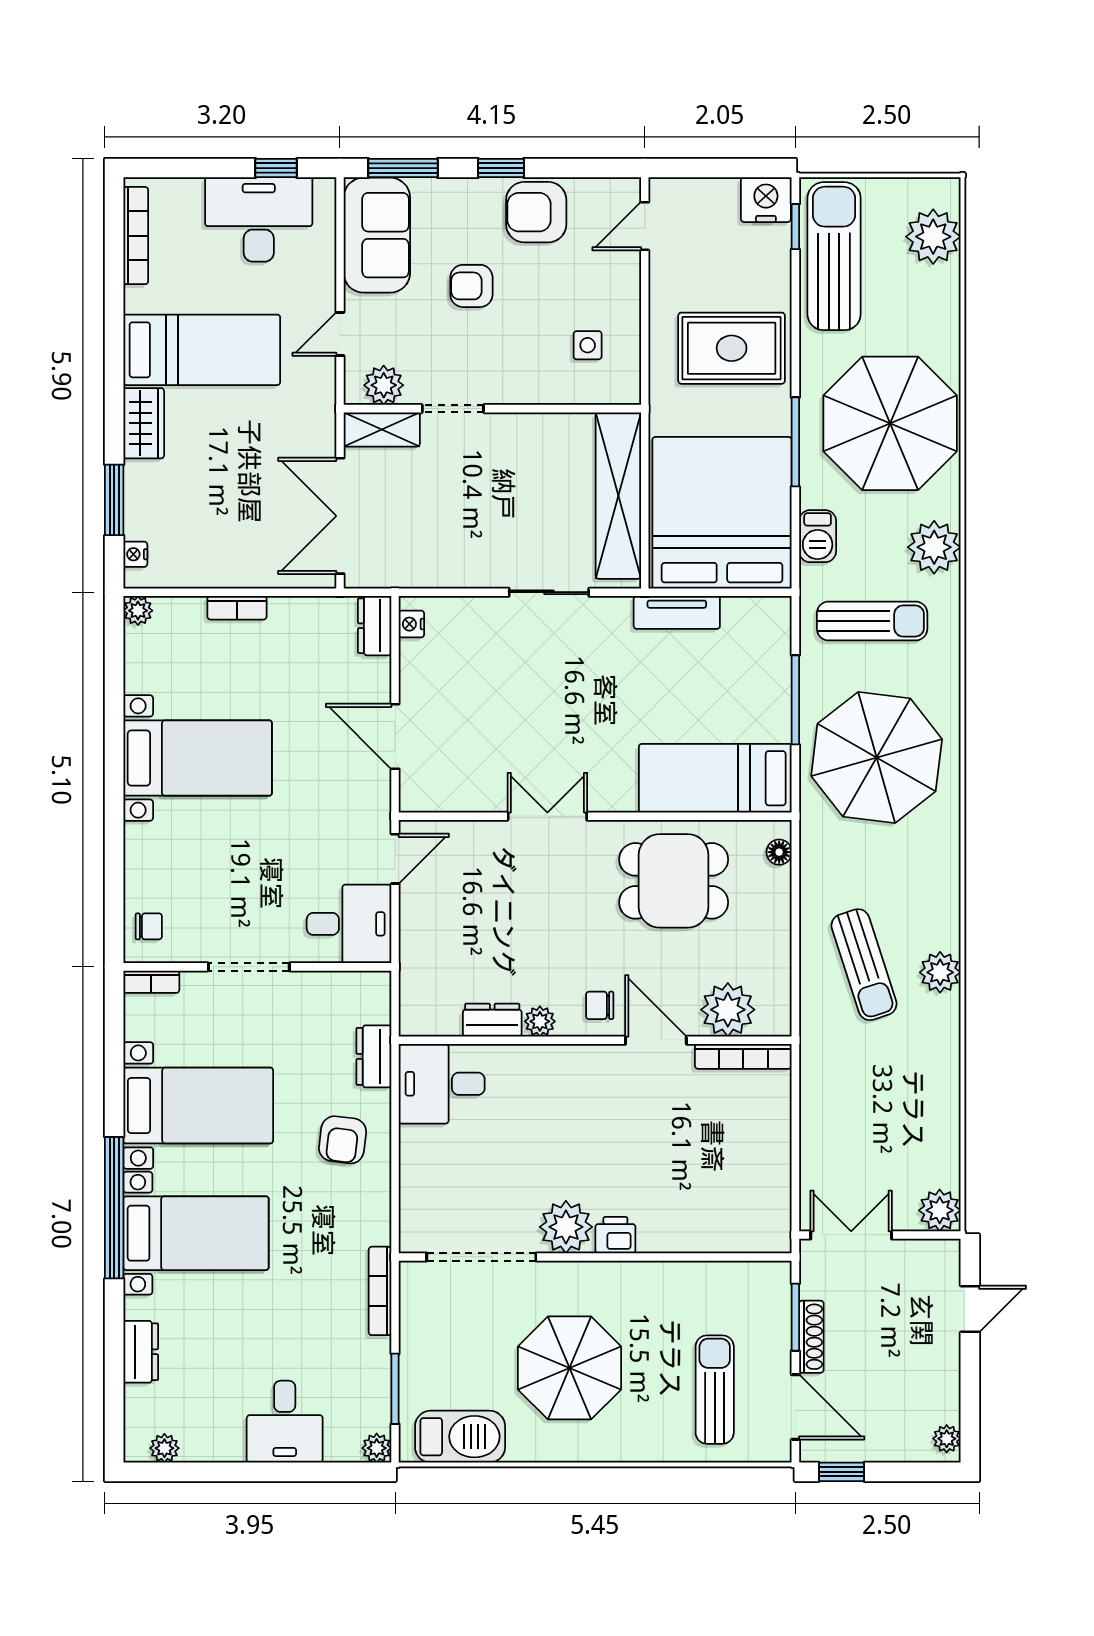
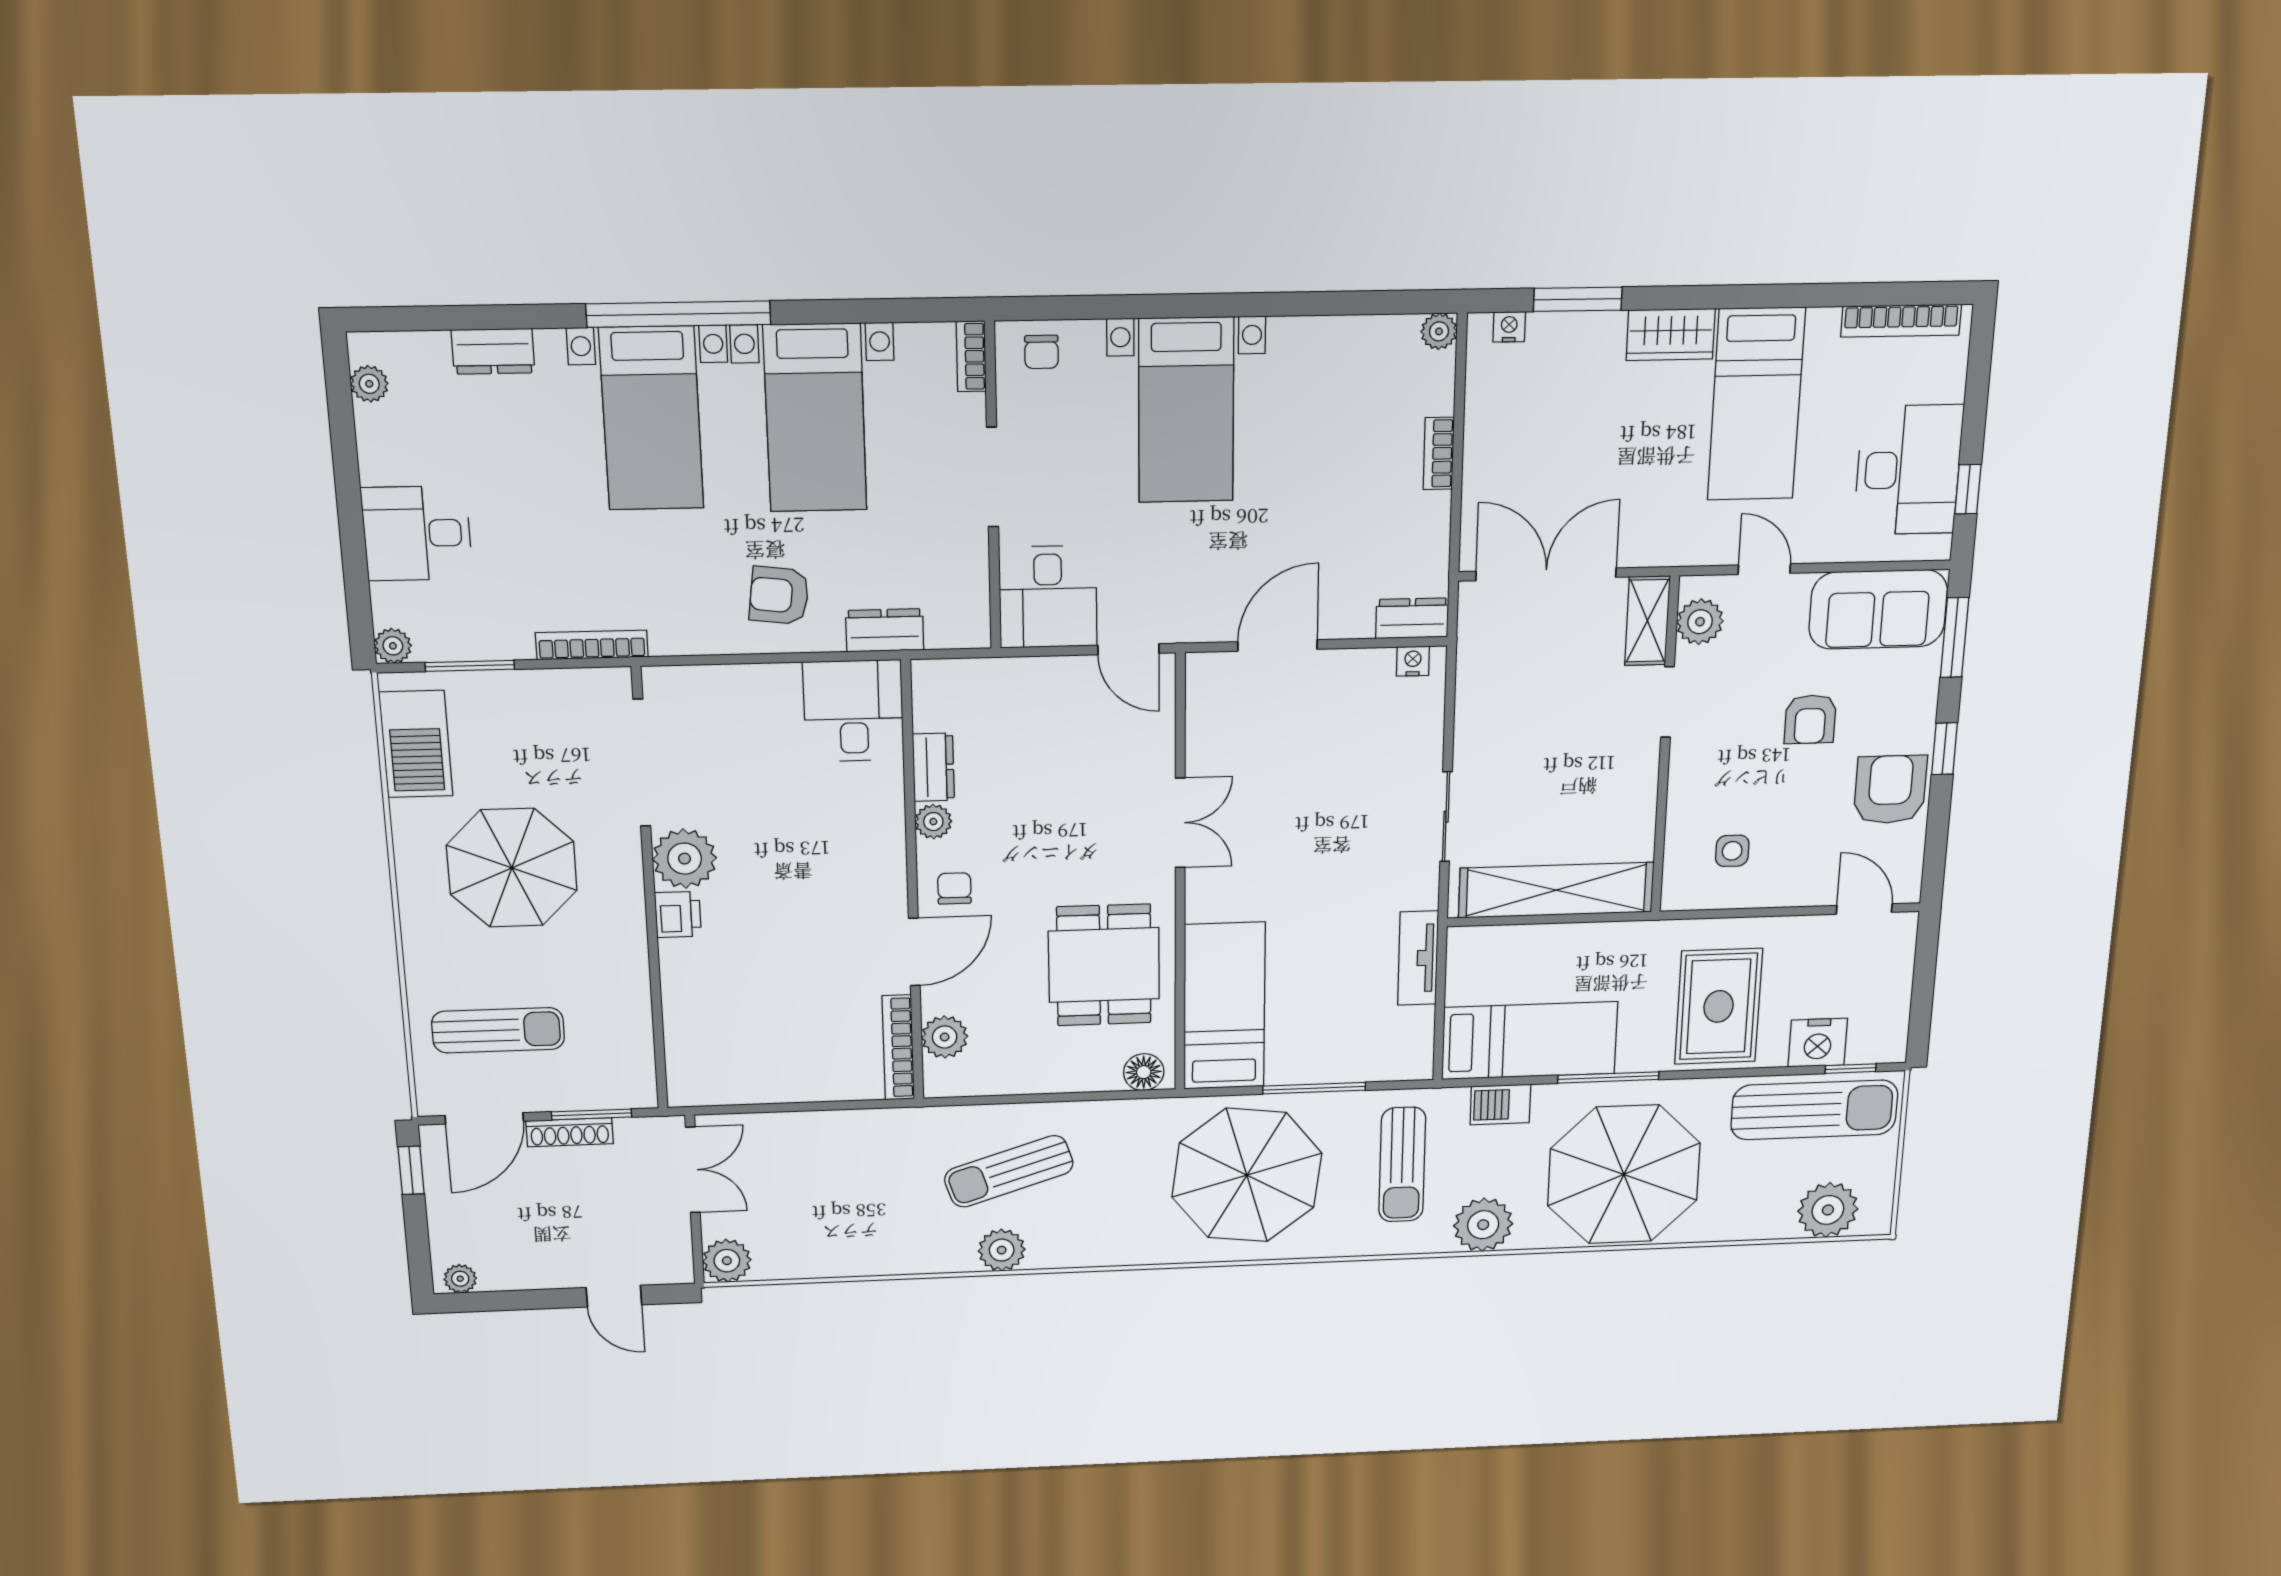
nightstand: (766, 200) -> (1818, 1043), moved, turned 90
armchair: (471, 286) -> (1810, 719), turned 180
bed: (722, 513) -> (1530, 1041), width x0.49
bed with nightstands: (198, 758) -> (1186, 410), moved
floor lamp: (779, 852) -> (1144, 1072), width x1.37, depth x1.37
plant: (728, 1010) -> (945, 1037), width x0.73, depth x0.73

